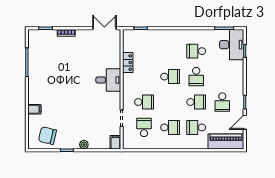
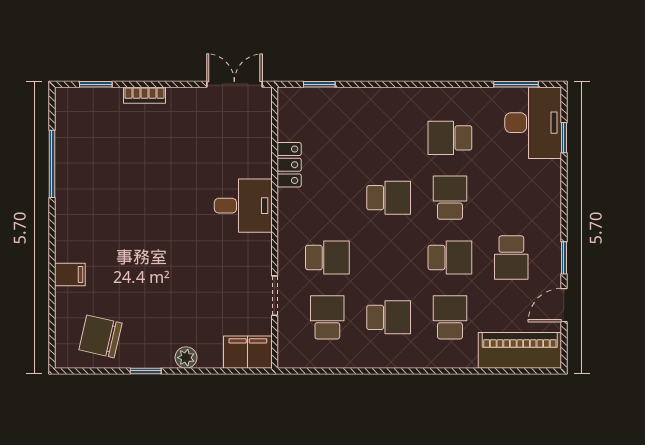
school desk: (196, 77) -> (450, 198), turned 180
school desk: (196, 127) -> (450, 317), turned 90
filing cabinet: (115, 142) -> (248, 352), width x2.00

